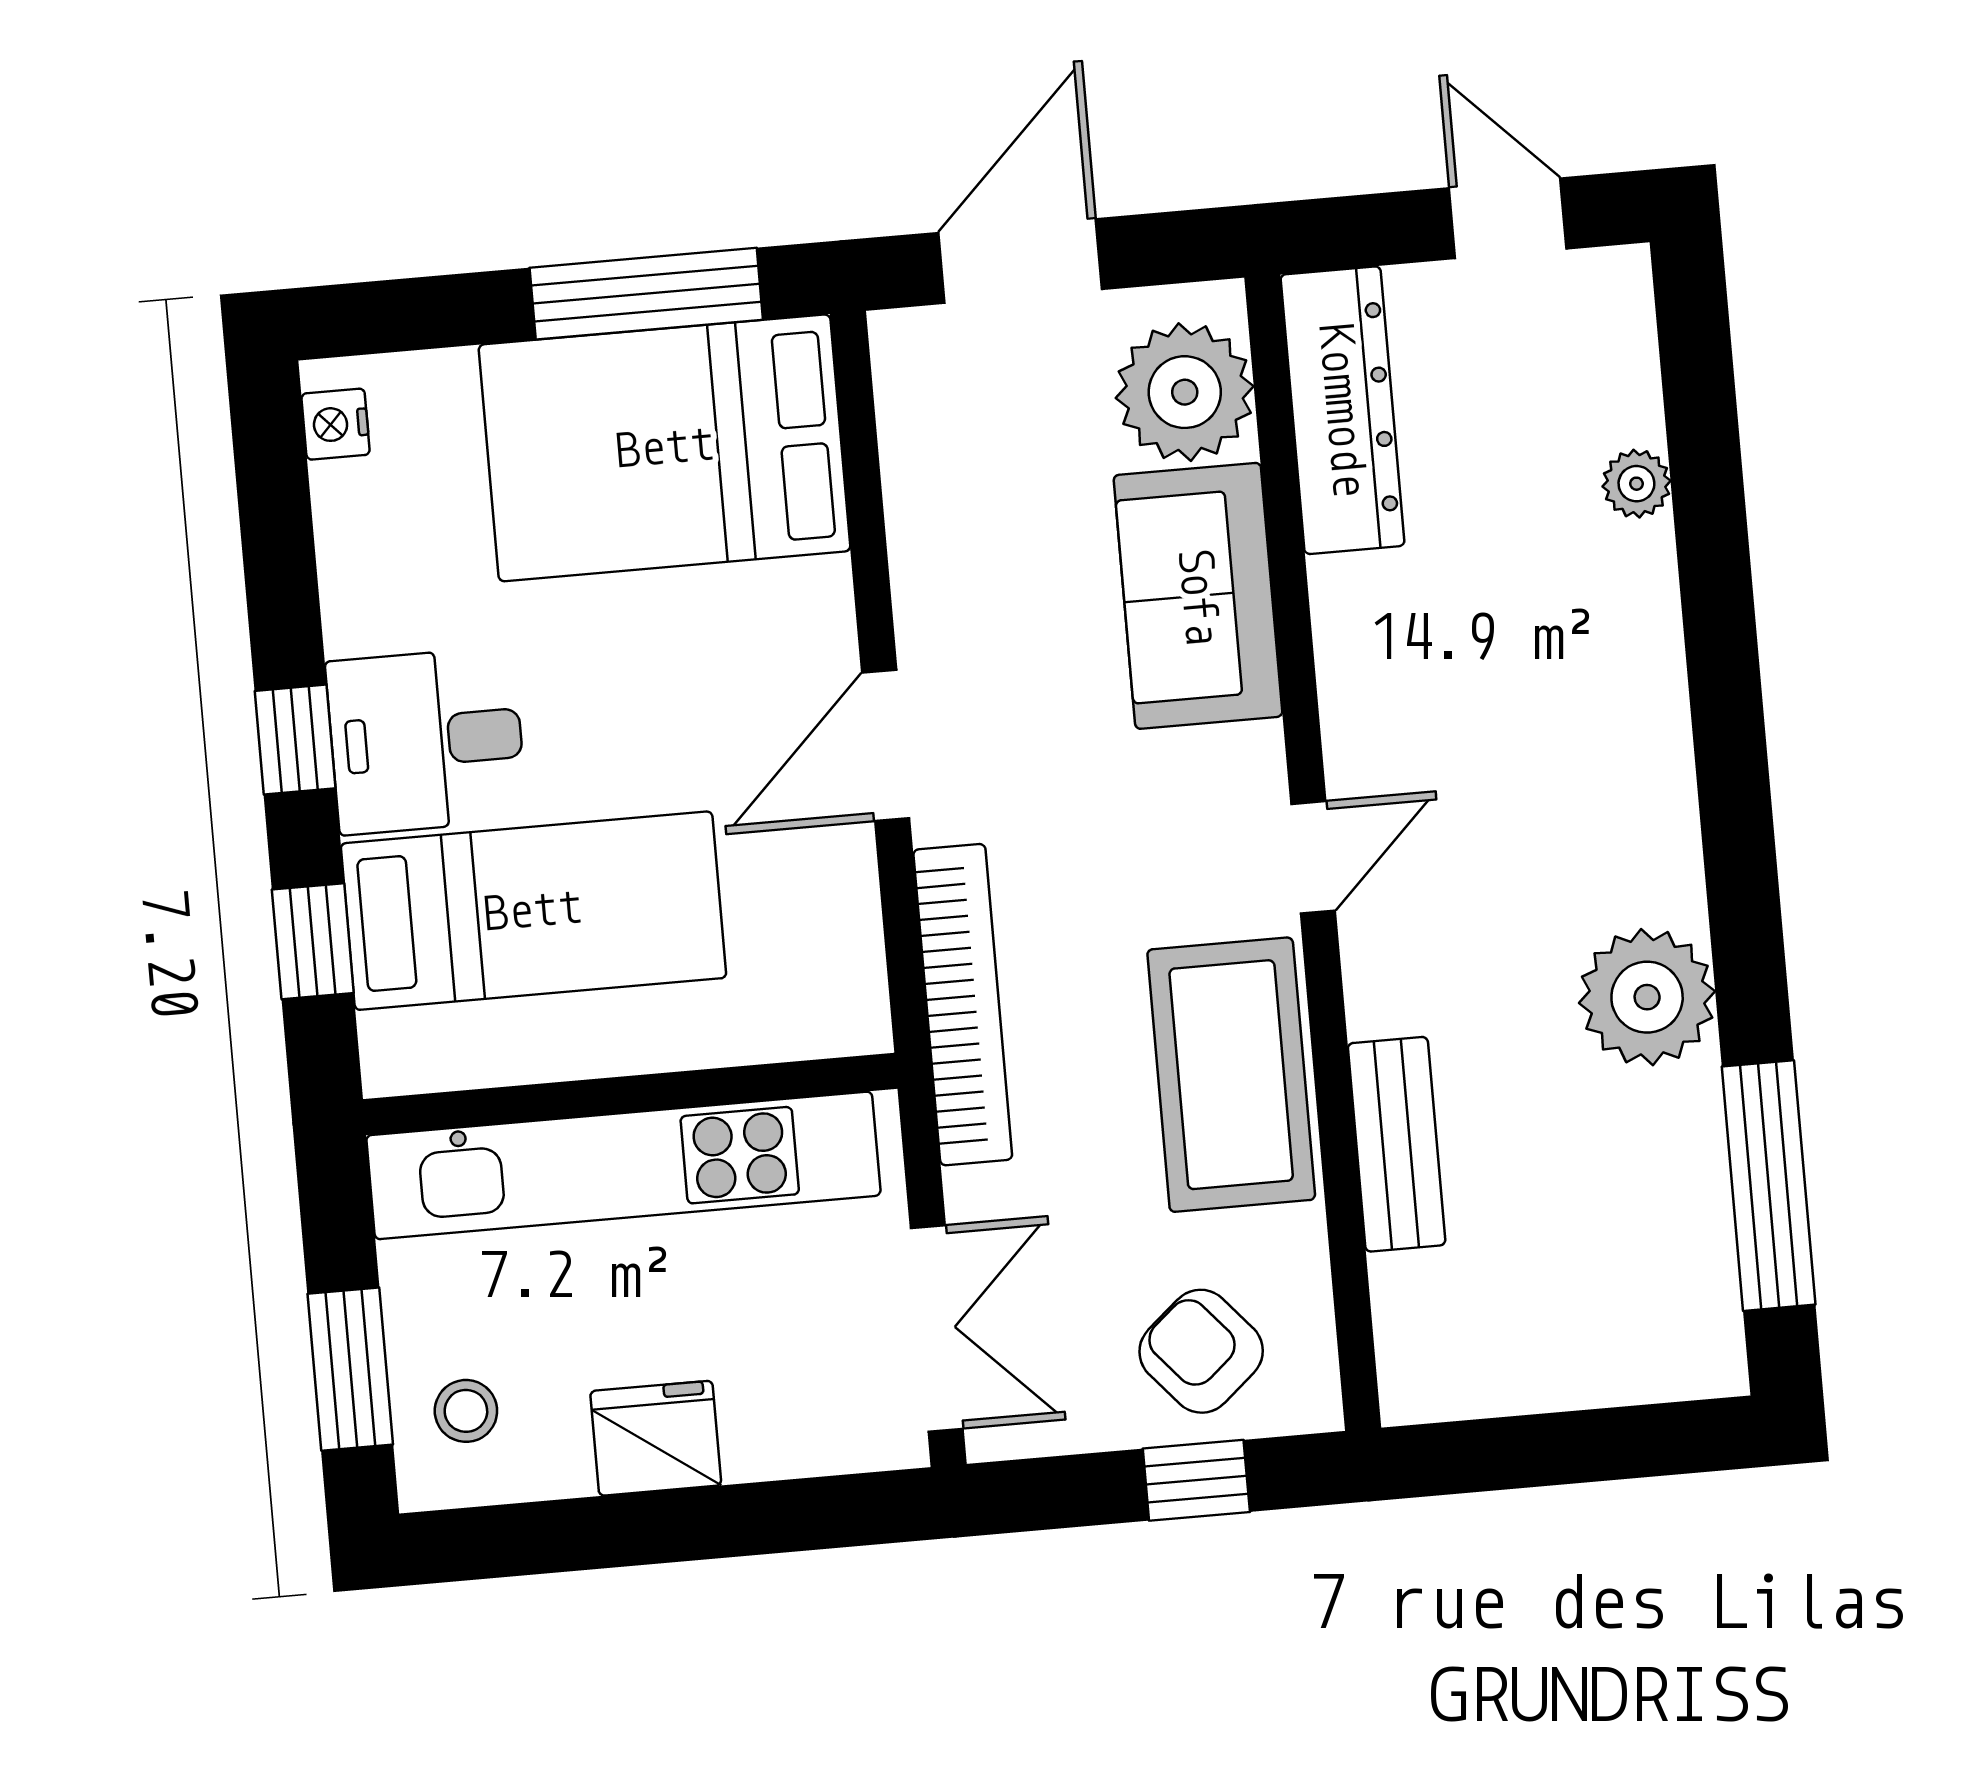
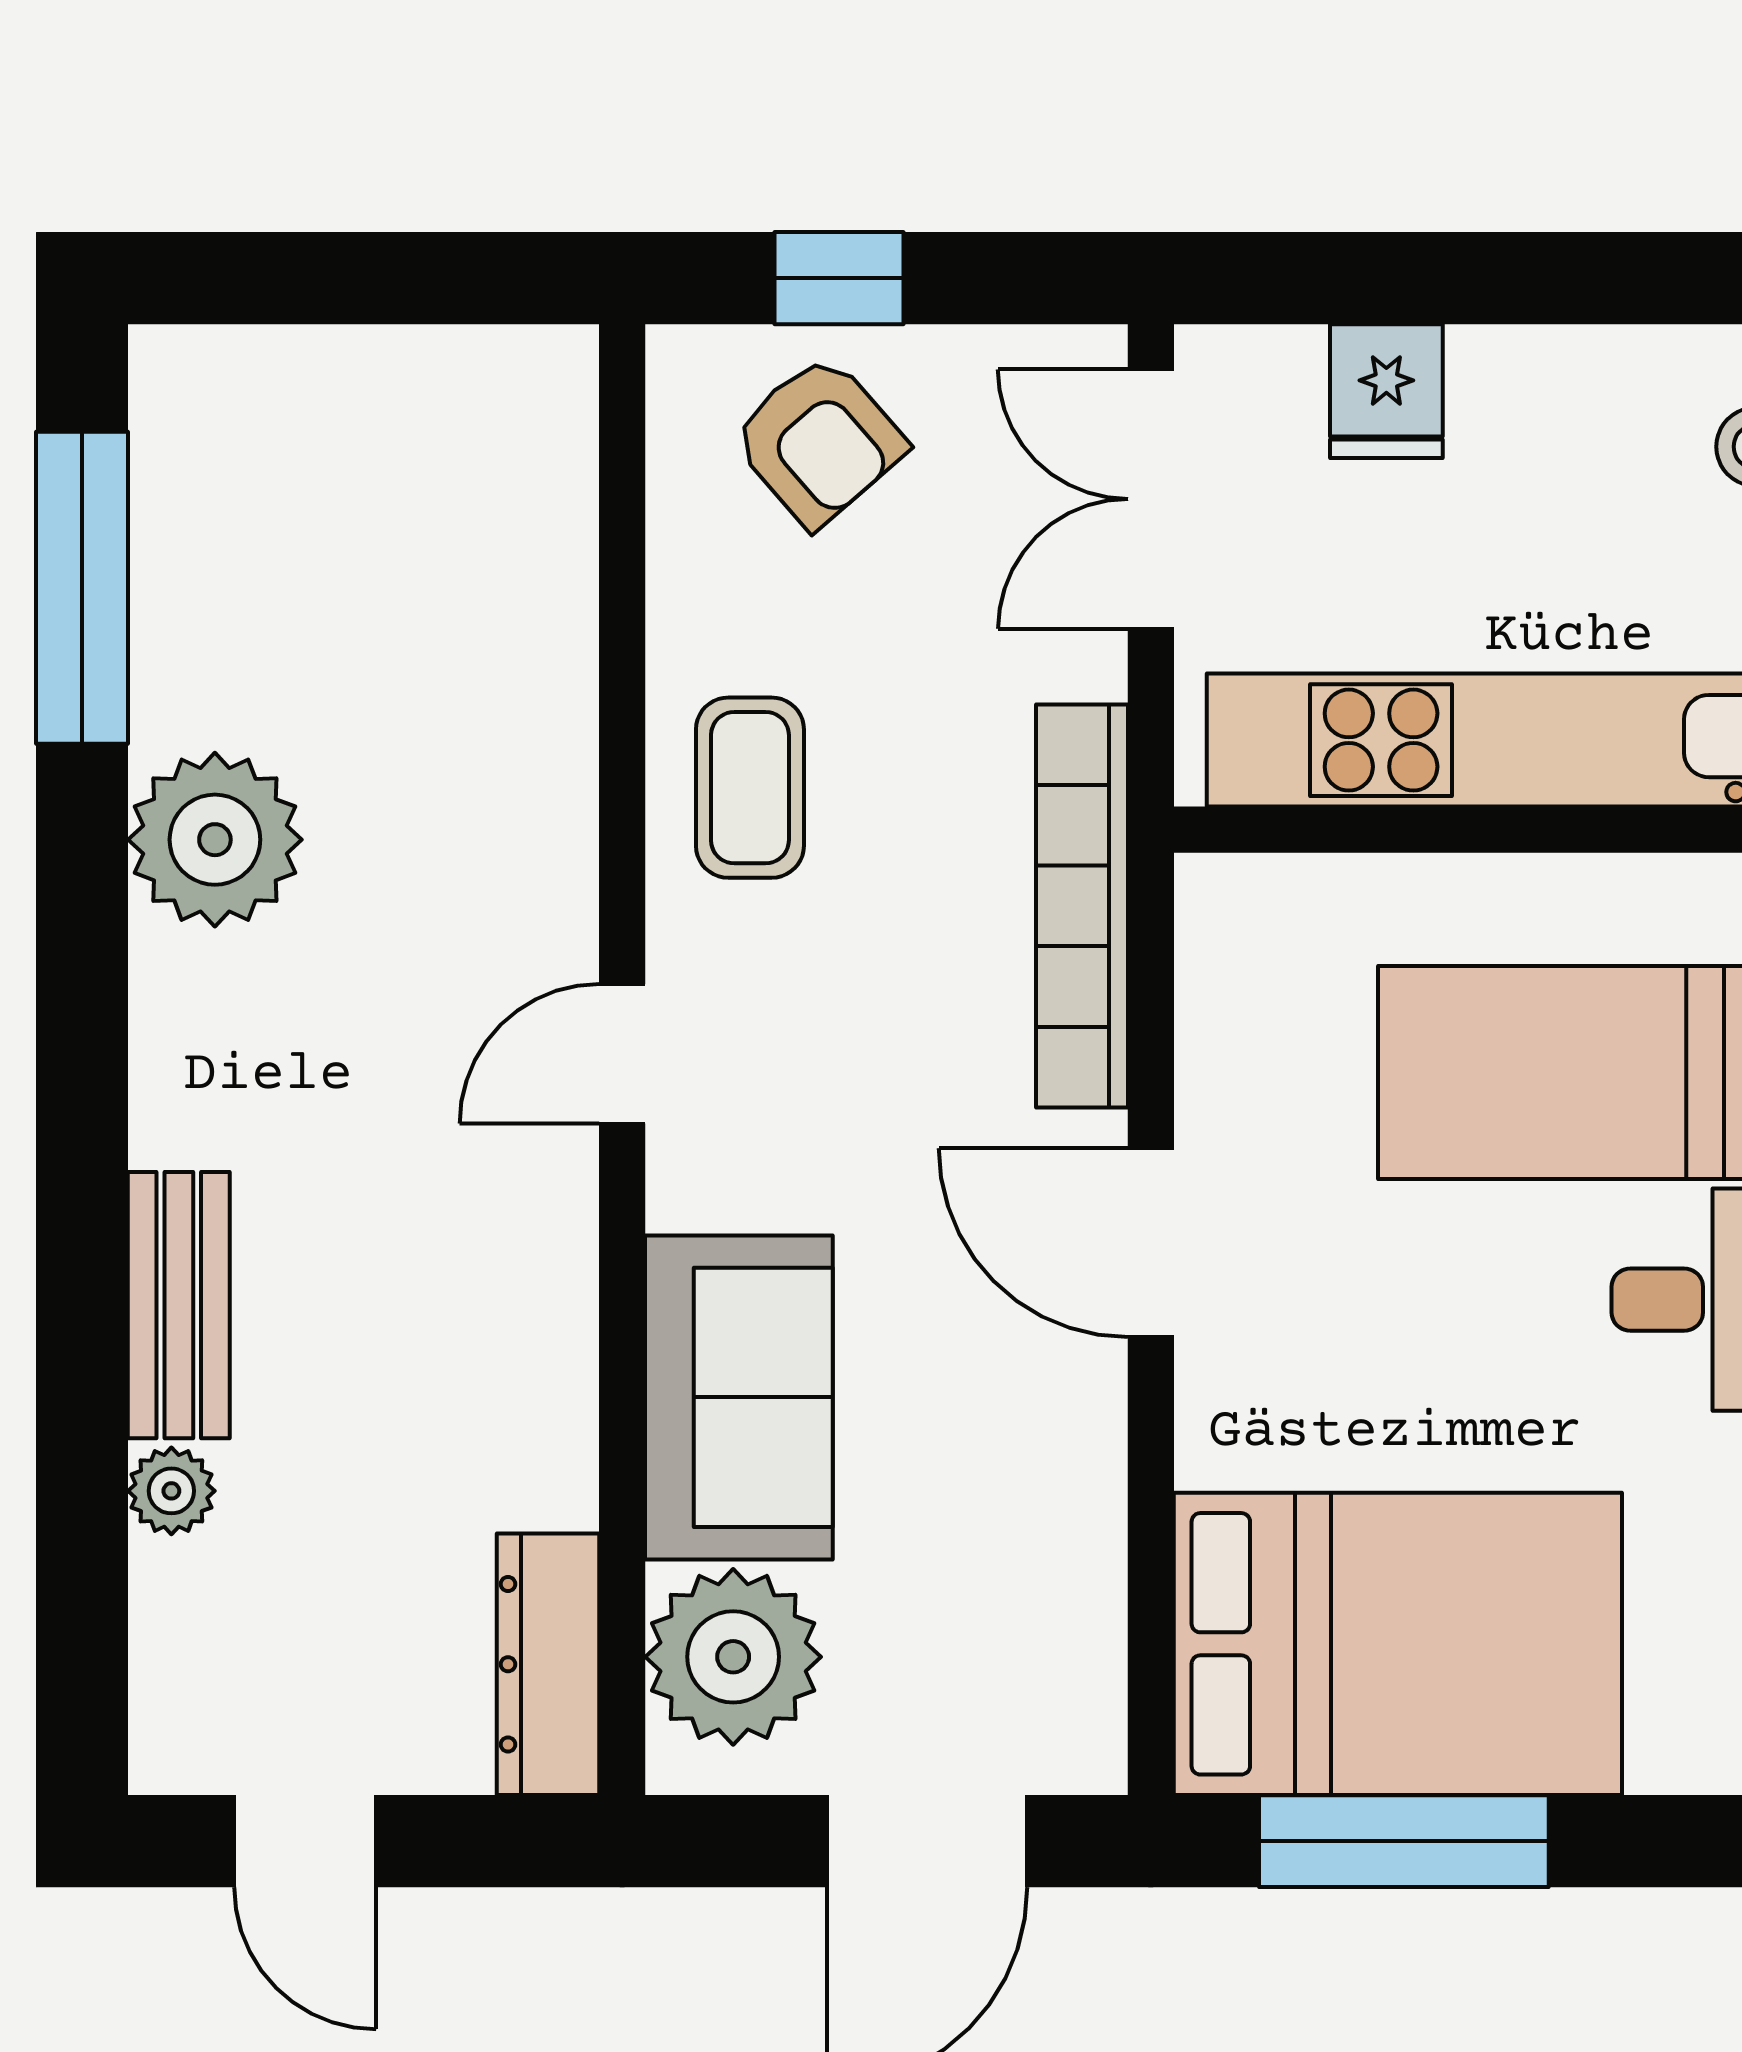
dresser: (1342, 410) -> (548, 1664), width x0.73, depth x0.80
door: (886, 745) -> (1151, 1243), swing flipped
coffee table: (1231, 1075) -> (750, 788), width x0.54, depth x0.58
bench: (1397, 1144) -> (179, 1305), moved
fridge: (656, 1438) -> (1386, 391), moved, width x0.72

